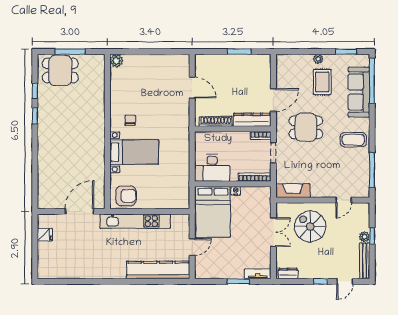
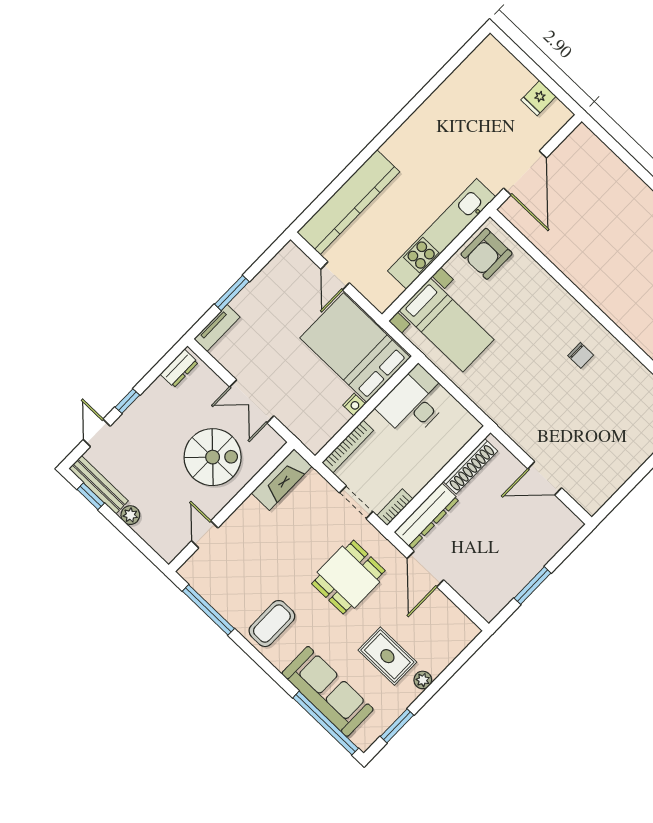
bed with nightstands: (134, 152) -> (447, 325), moved, turned -90
window: (372, 236) -> (91, 496), moved

